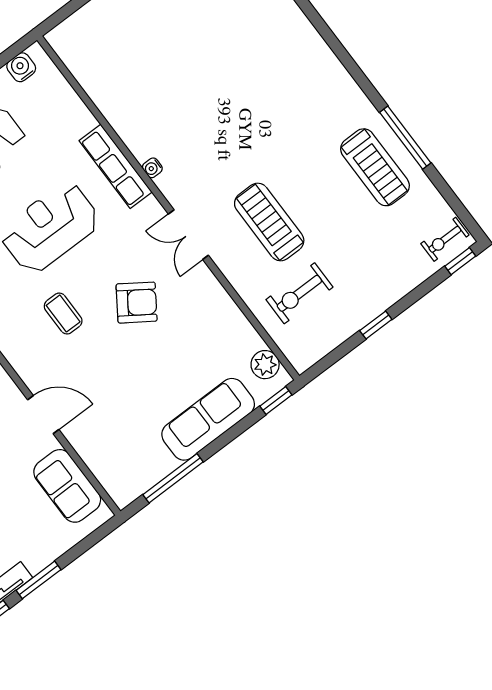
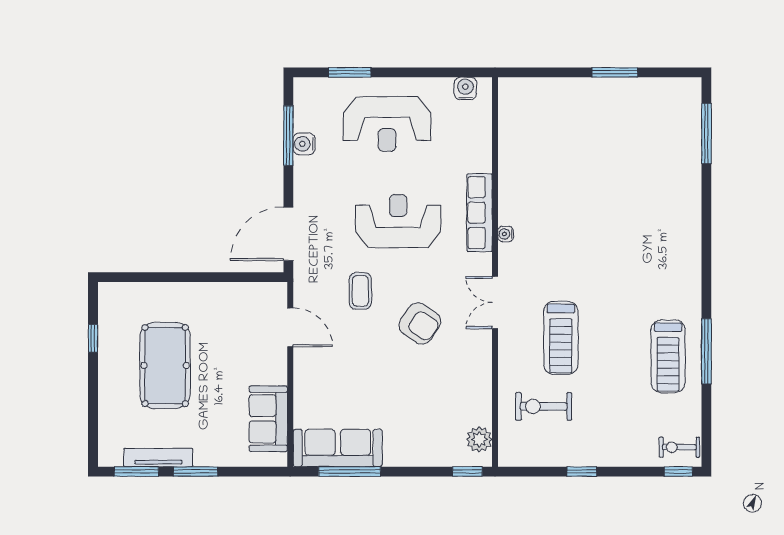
treadmill: (269, 222) -> (561, 338), turned 180
door: (43, 415) -> (290, 327), moved
sofa: (208, 419) -> (338, 448), moved

